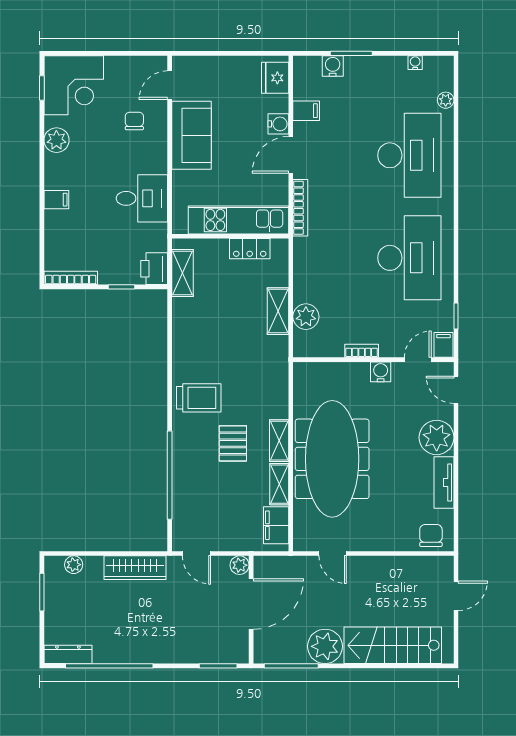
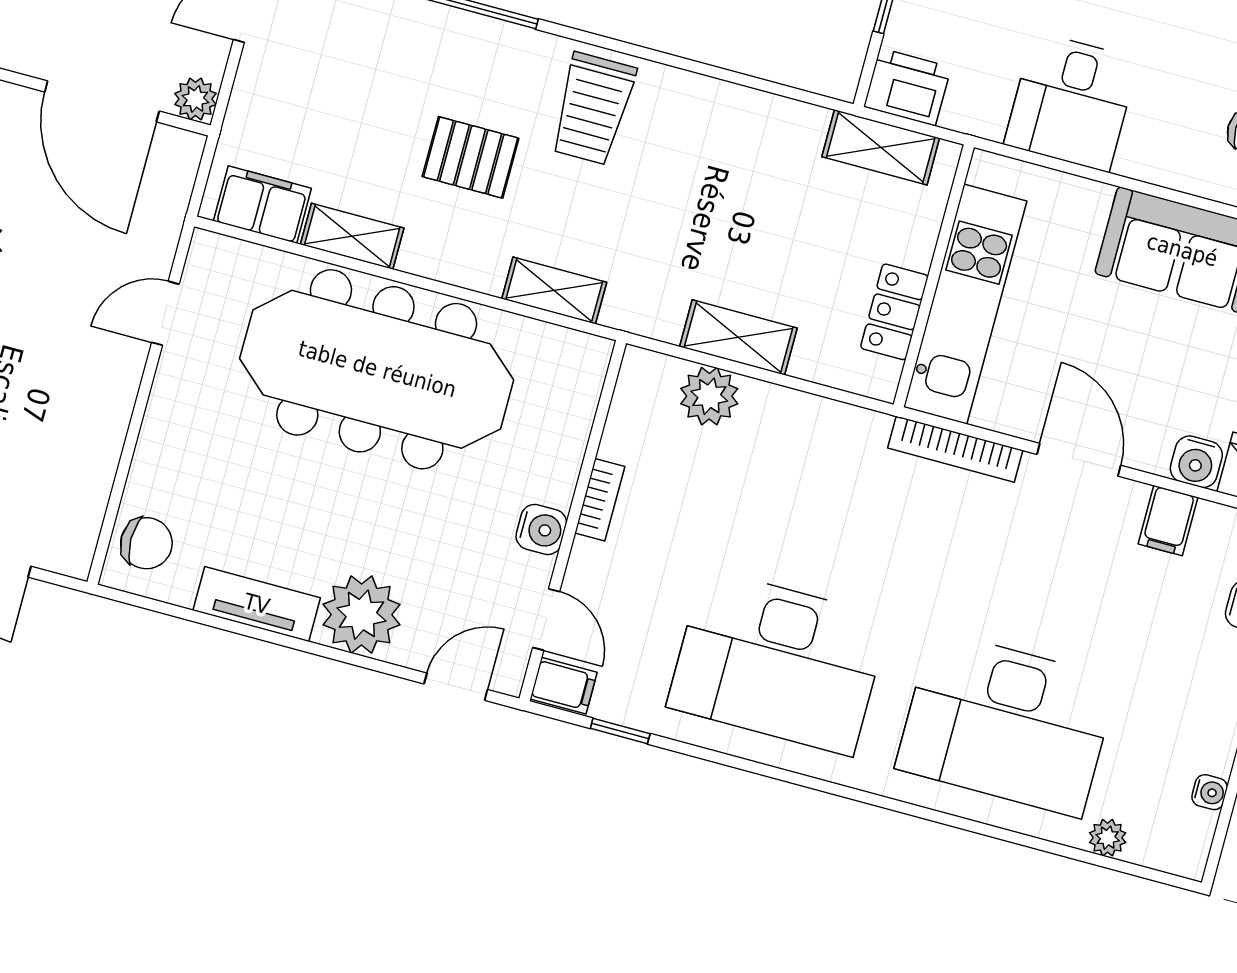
water cooler: (278, 124) -> (1196, 462), moved
shelving: (279, 441) -> (554, 290), moved

